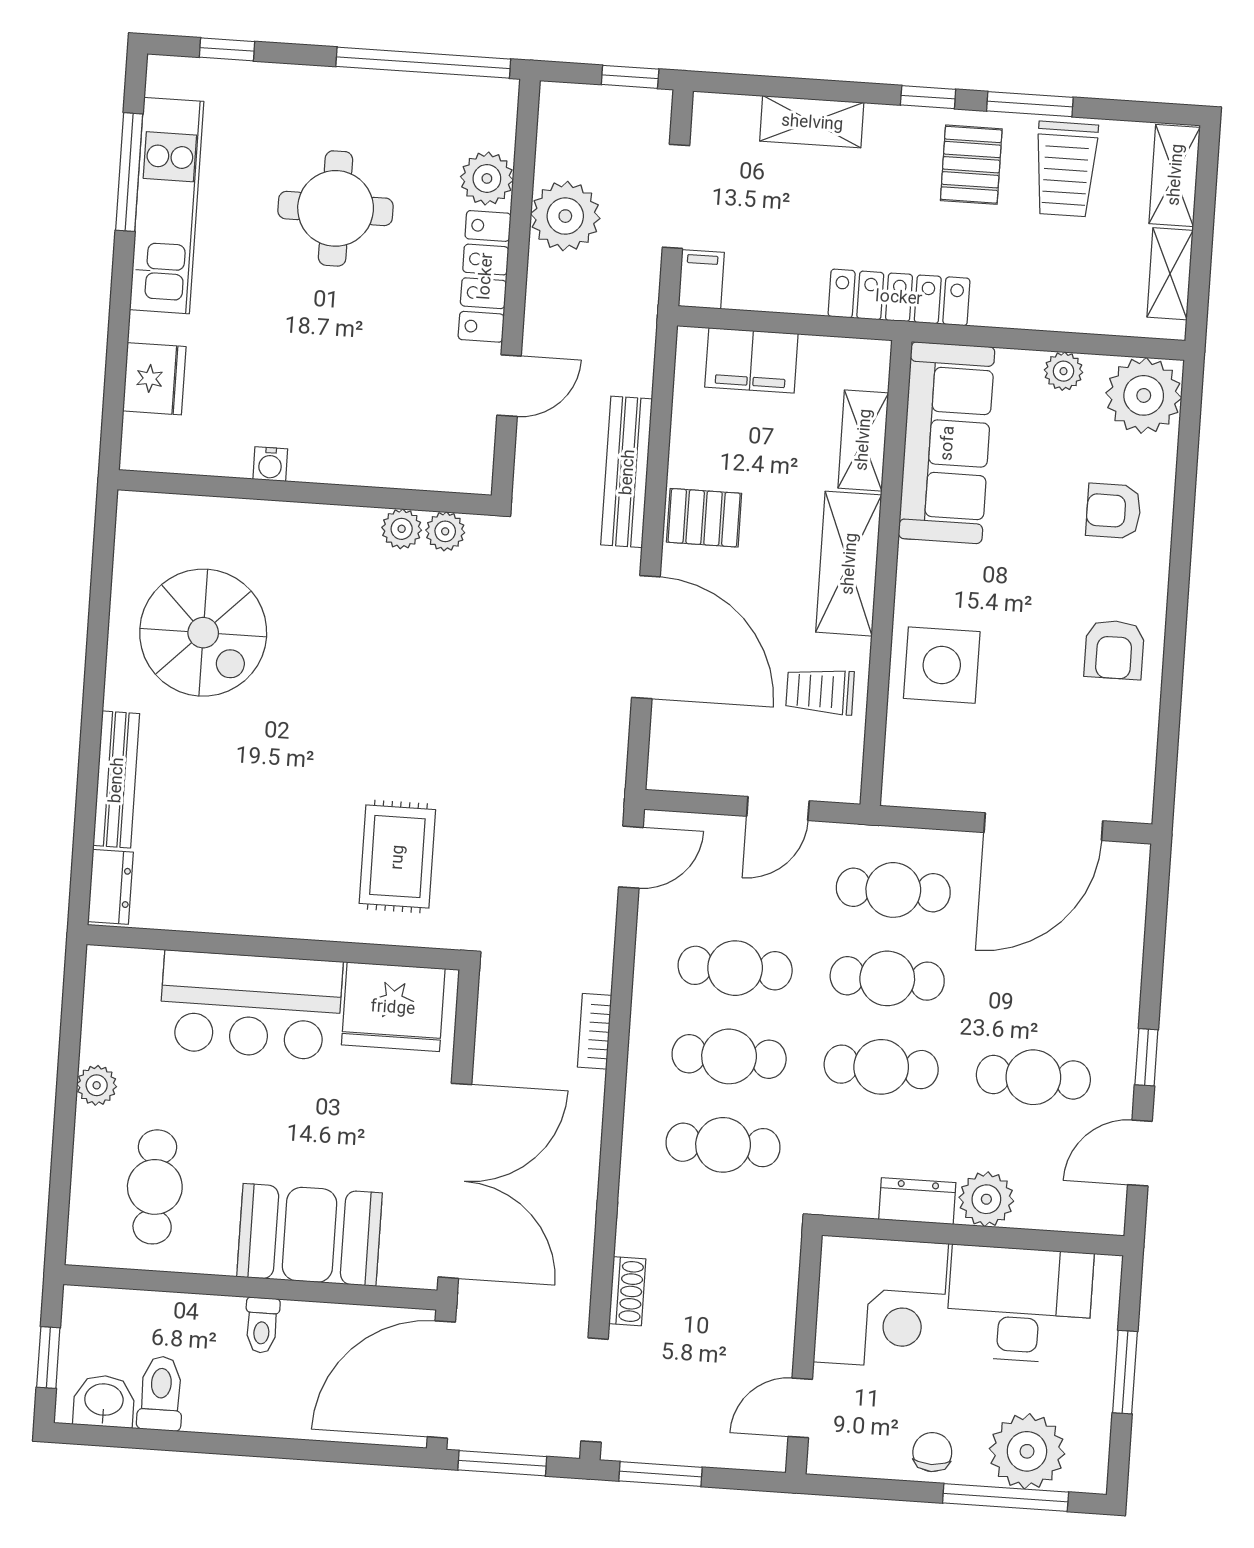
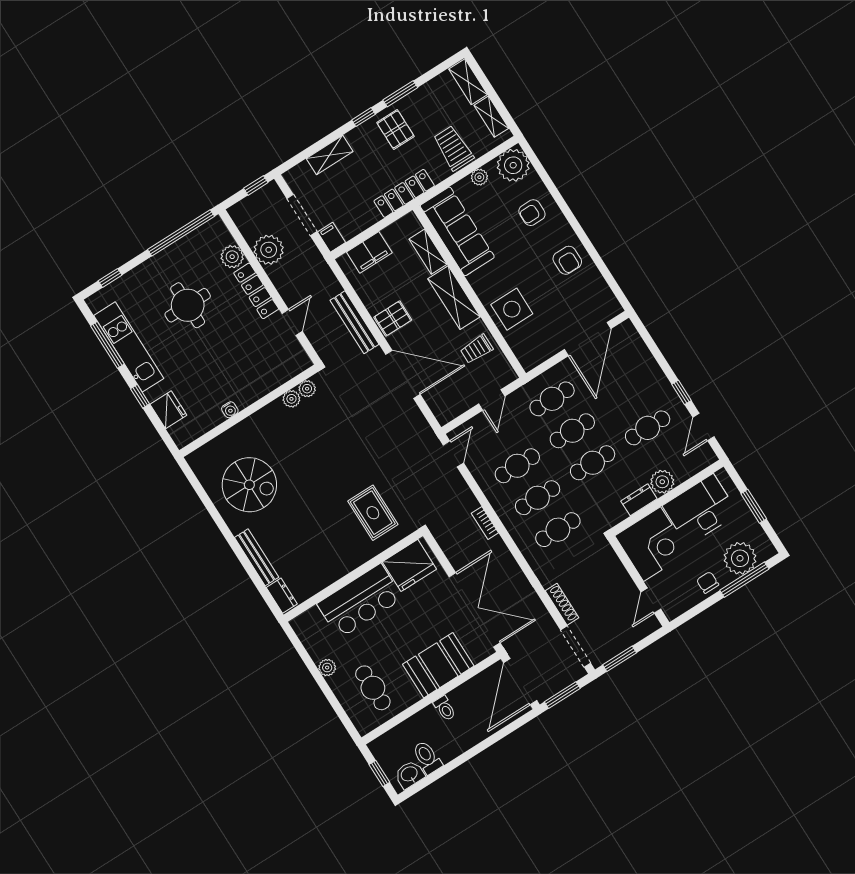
trolley: (1066, 169) -> (453, 148), moved, turned 180
window: (119, 314) -> (140, 396), added
shoe rack: (627, 1291) -> (562, 604), width x1.43

